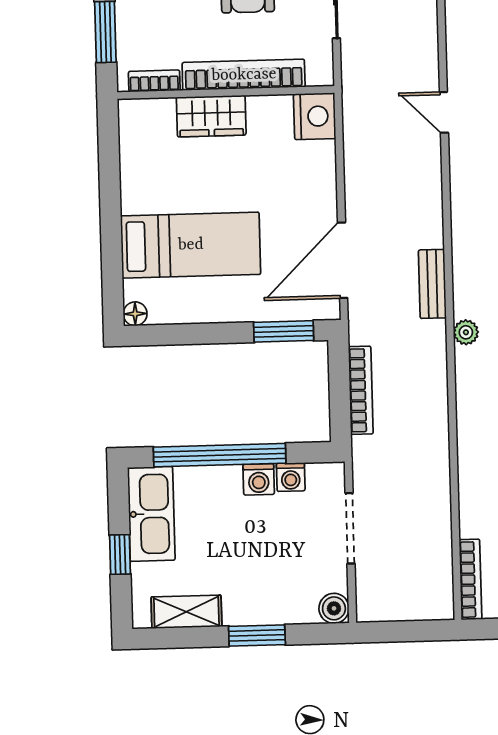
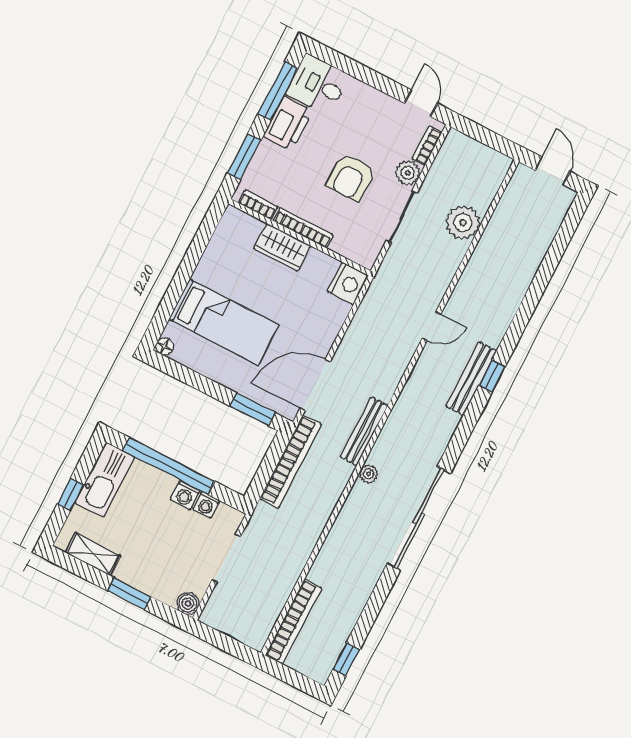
bookcase: (244, 75) -> (303, 228), width x0.68, depth x0.76
door: (444, 112) -> (431, 326), swing flipped
bench: (432, 284) -> (364, 431), width x1.36
bookcase: (361, 390) -> (291, 462), width x1.48, depth x1.31
bookcase: (470, 579) -> (293, 622), width x1.48, depth x1.31

